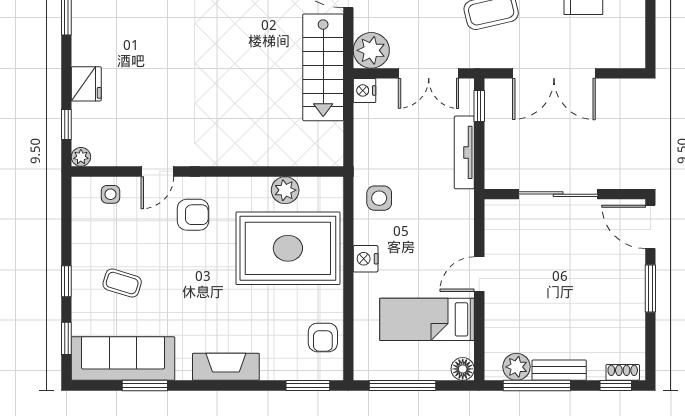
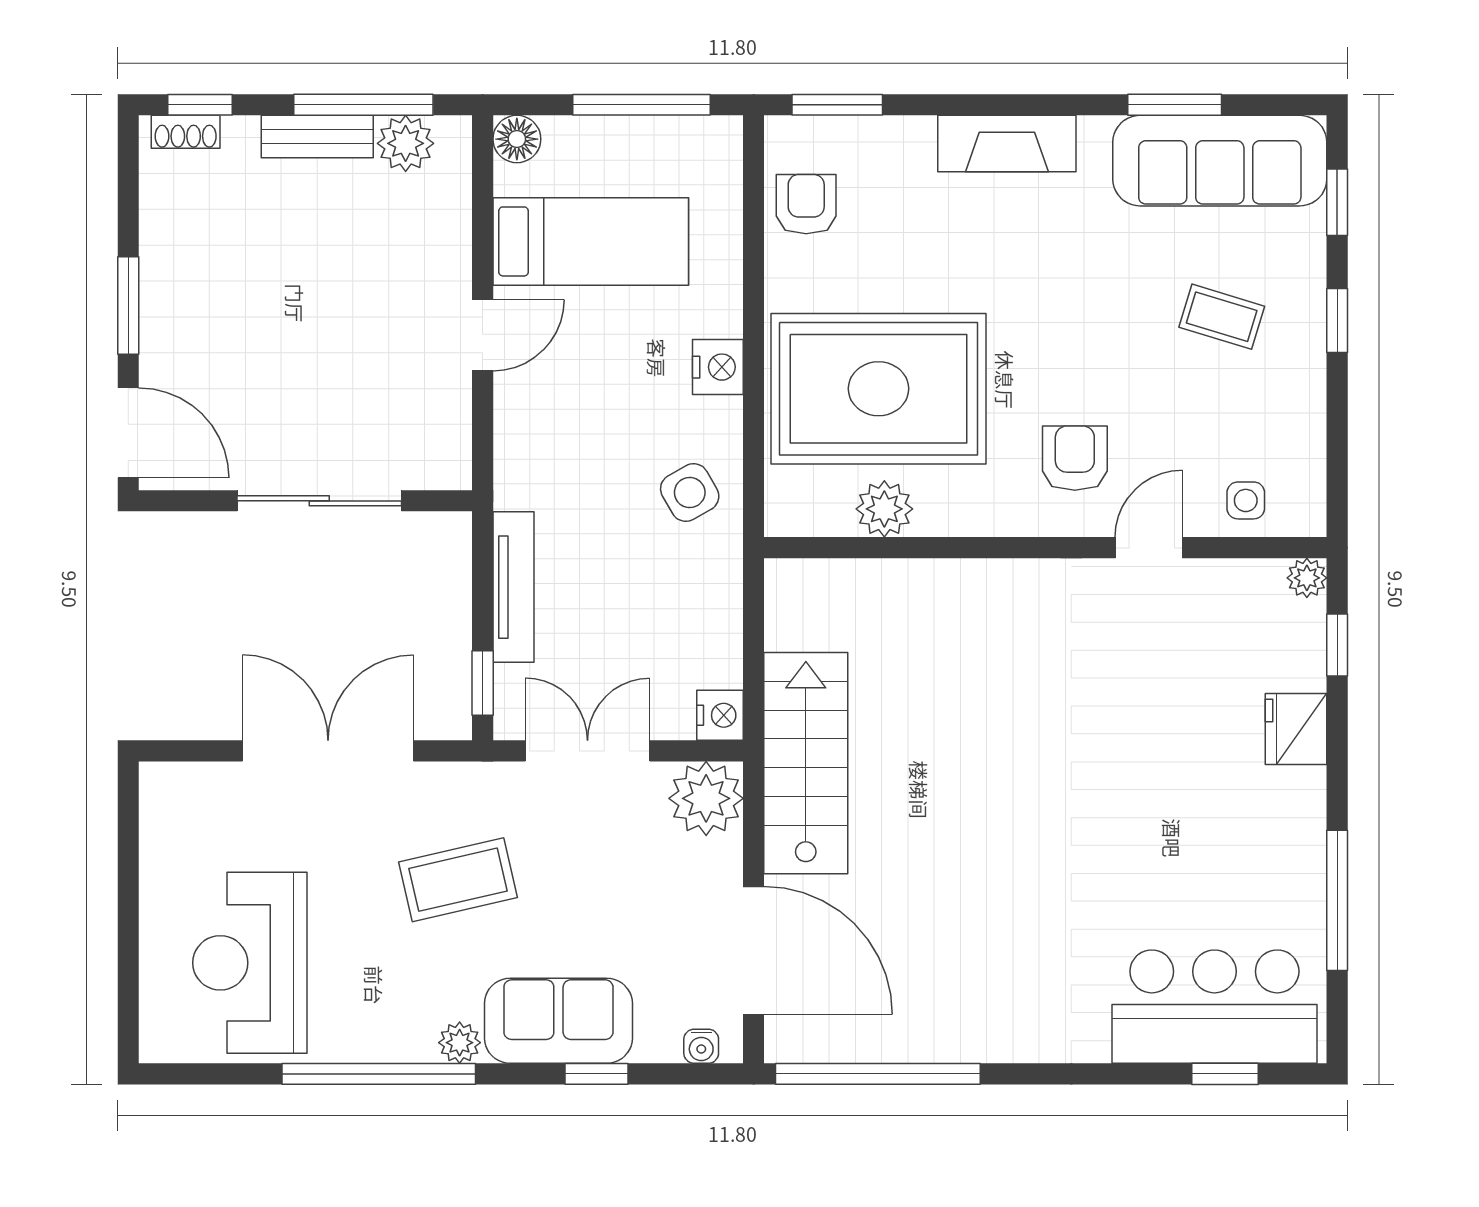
side table: (379, 198) -> (690, 493), turned -30
armchair: (193, 215) -> (1075, 458), turned 90

